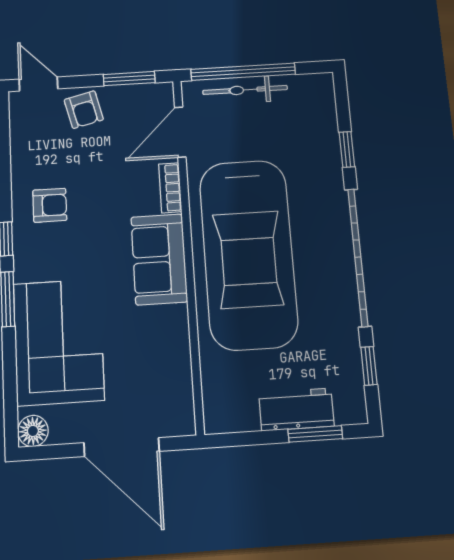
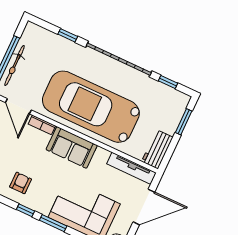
car: (248, 254) -> (91, 107), turned 180
tv unit: (180, 385) -> (132, 168), added
workbench: (296, 409) -> (157, 149), moved

